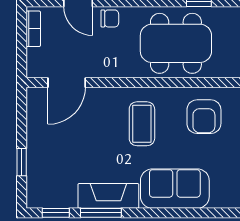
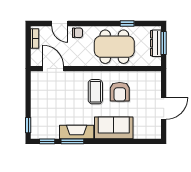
door: (67, 83) -> (53, 69), swing flipped
armchair: (204, 117) -> (120, 92), moved
window: (22, 162) -> (28, 125), moved

